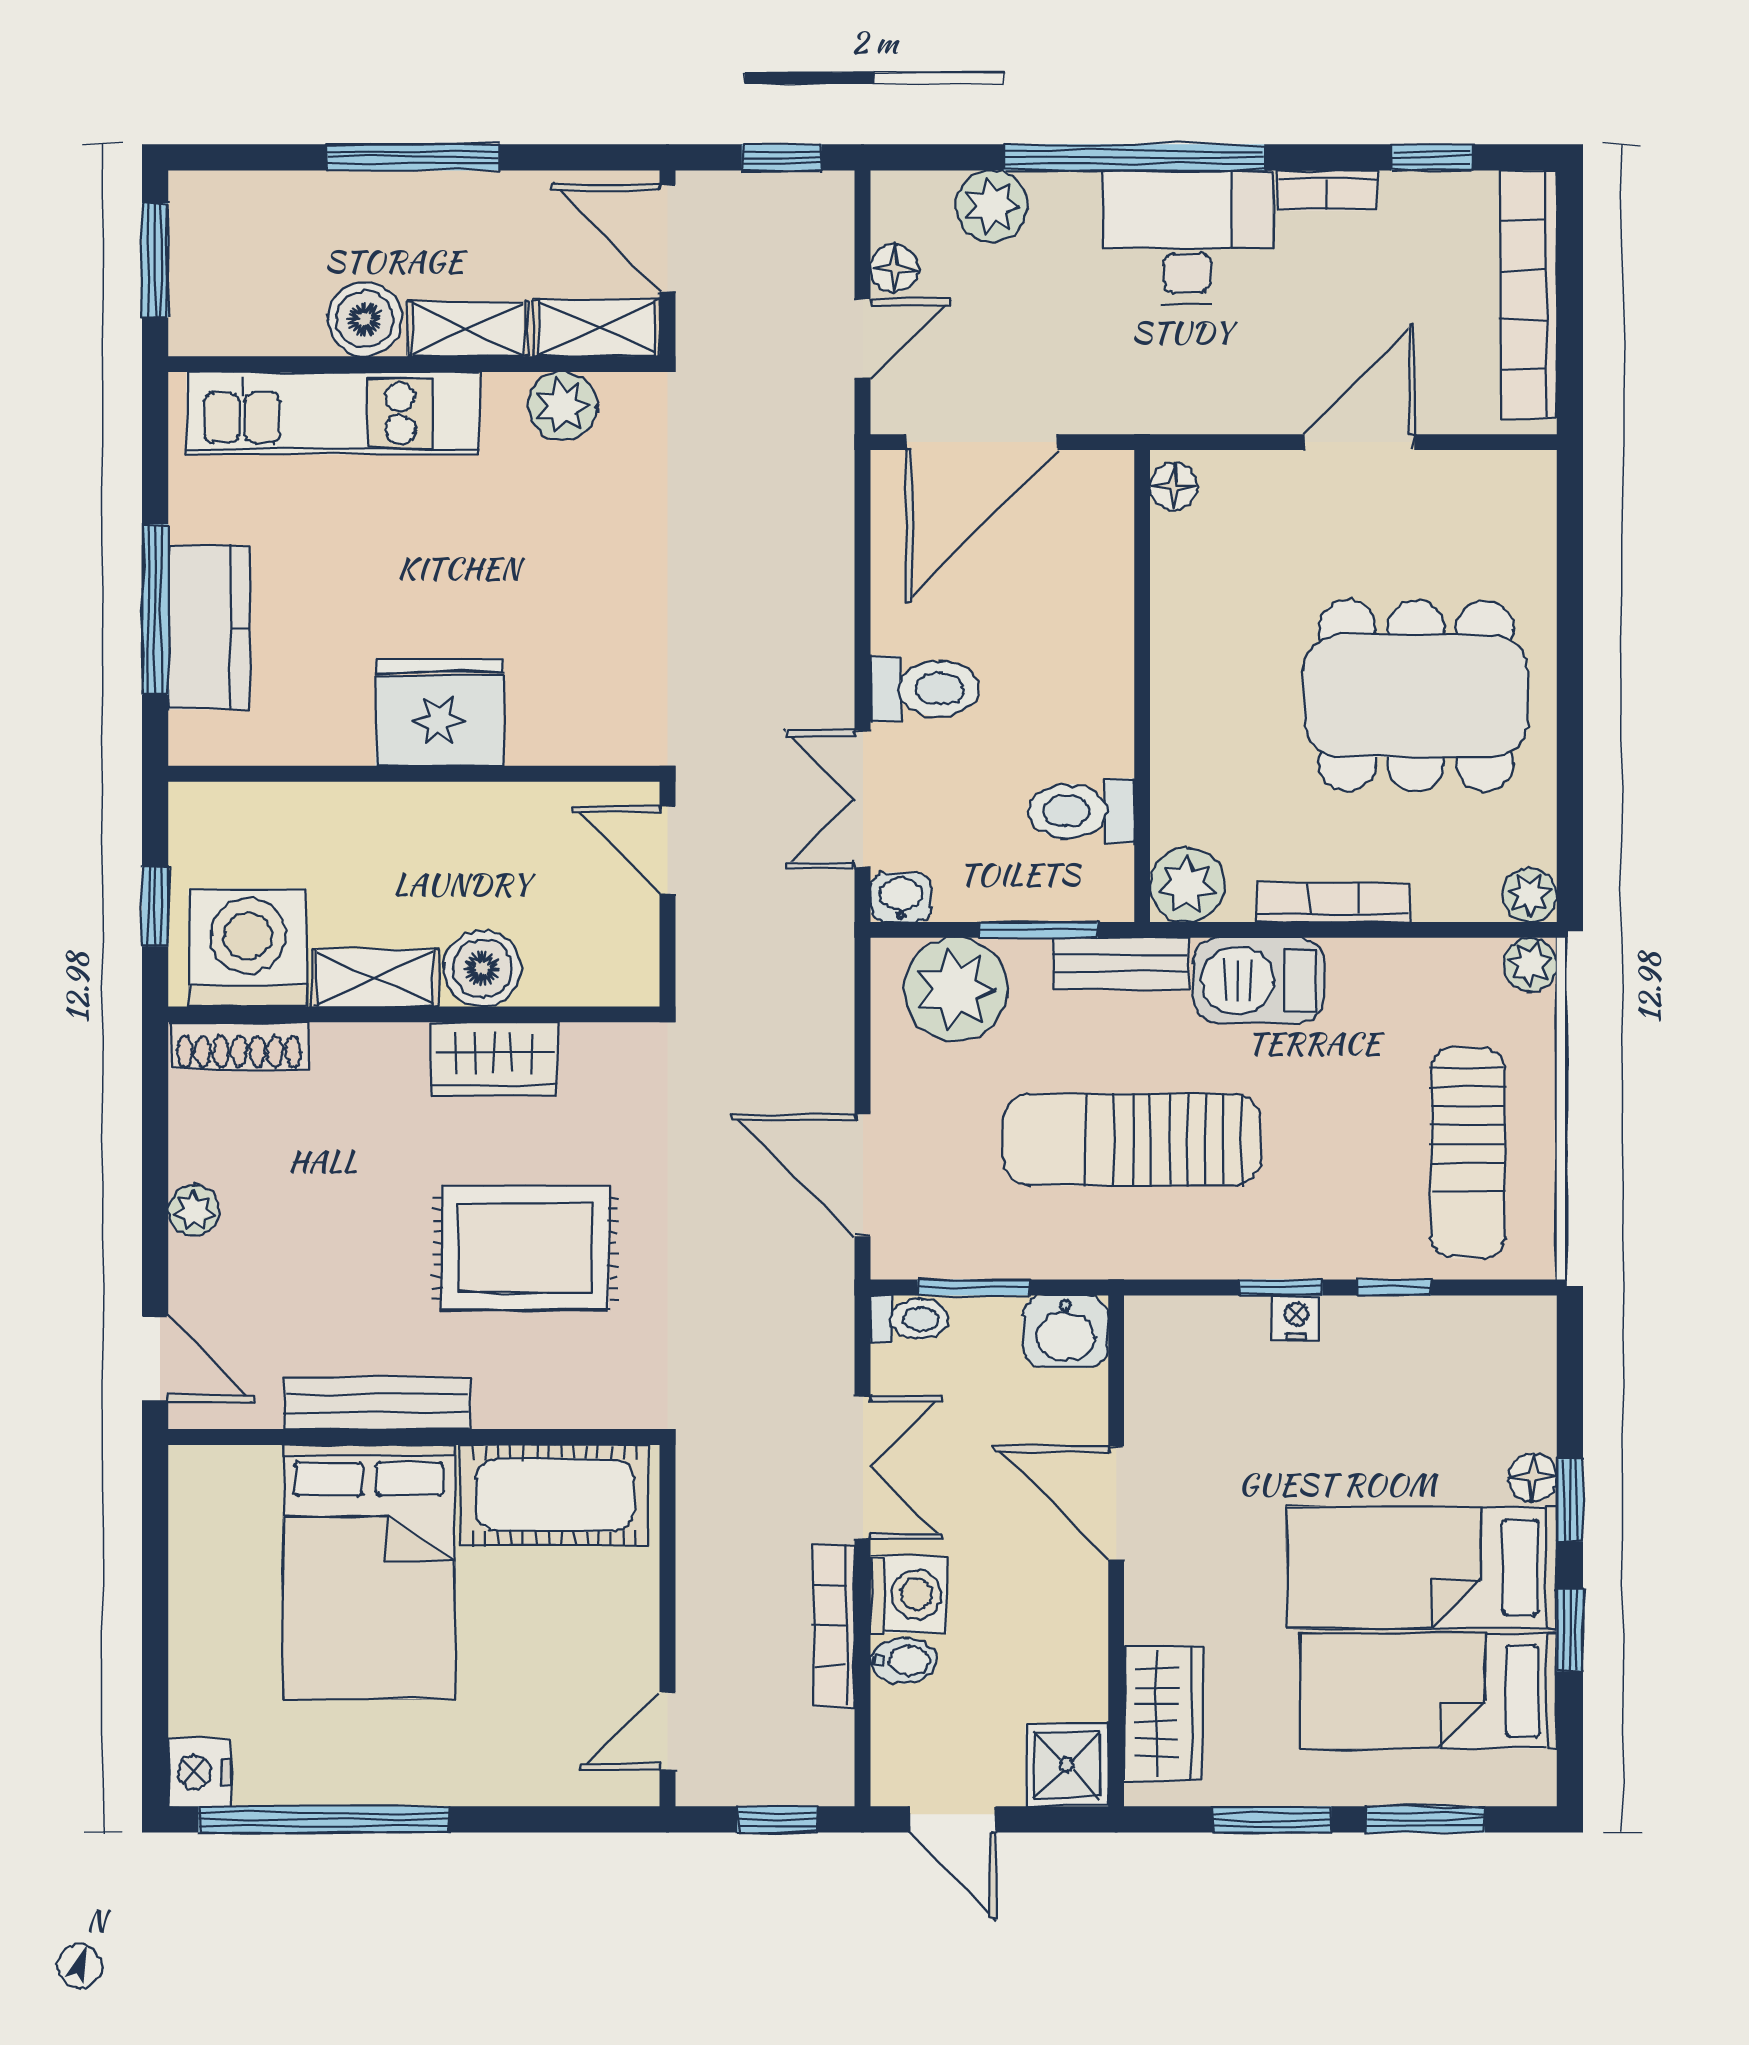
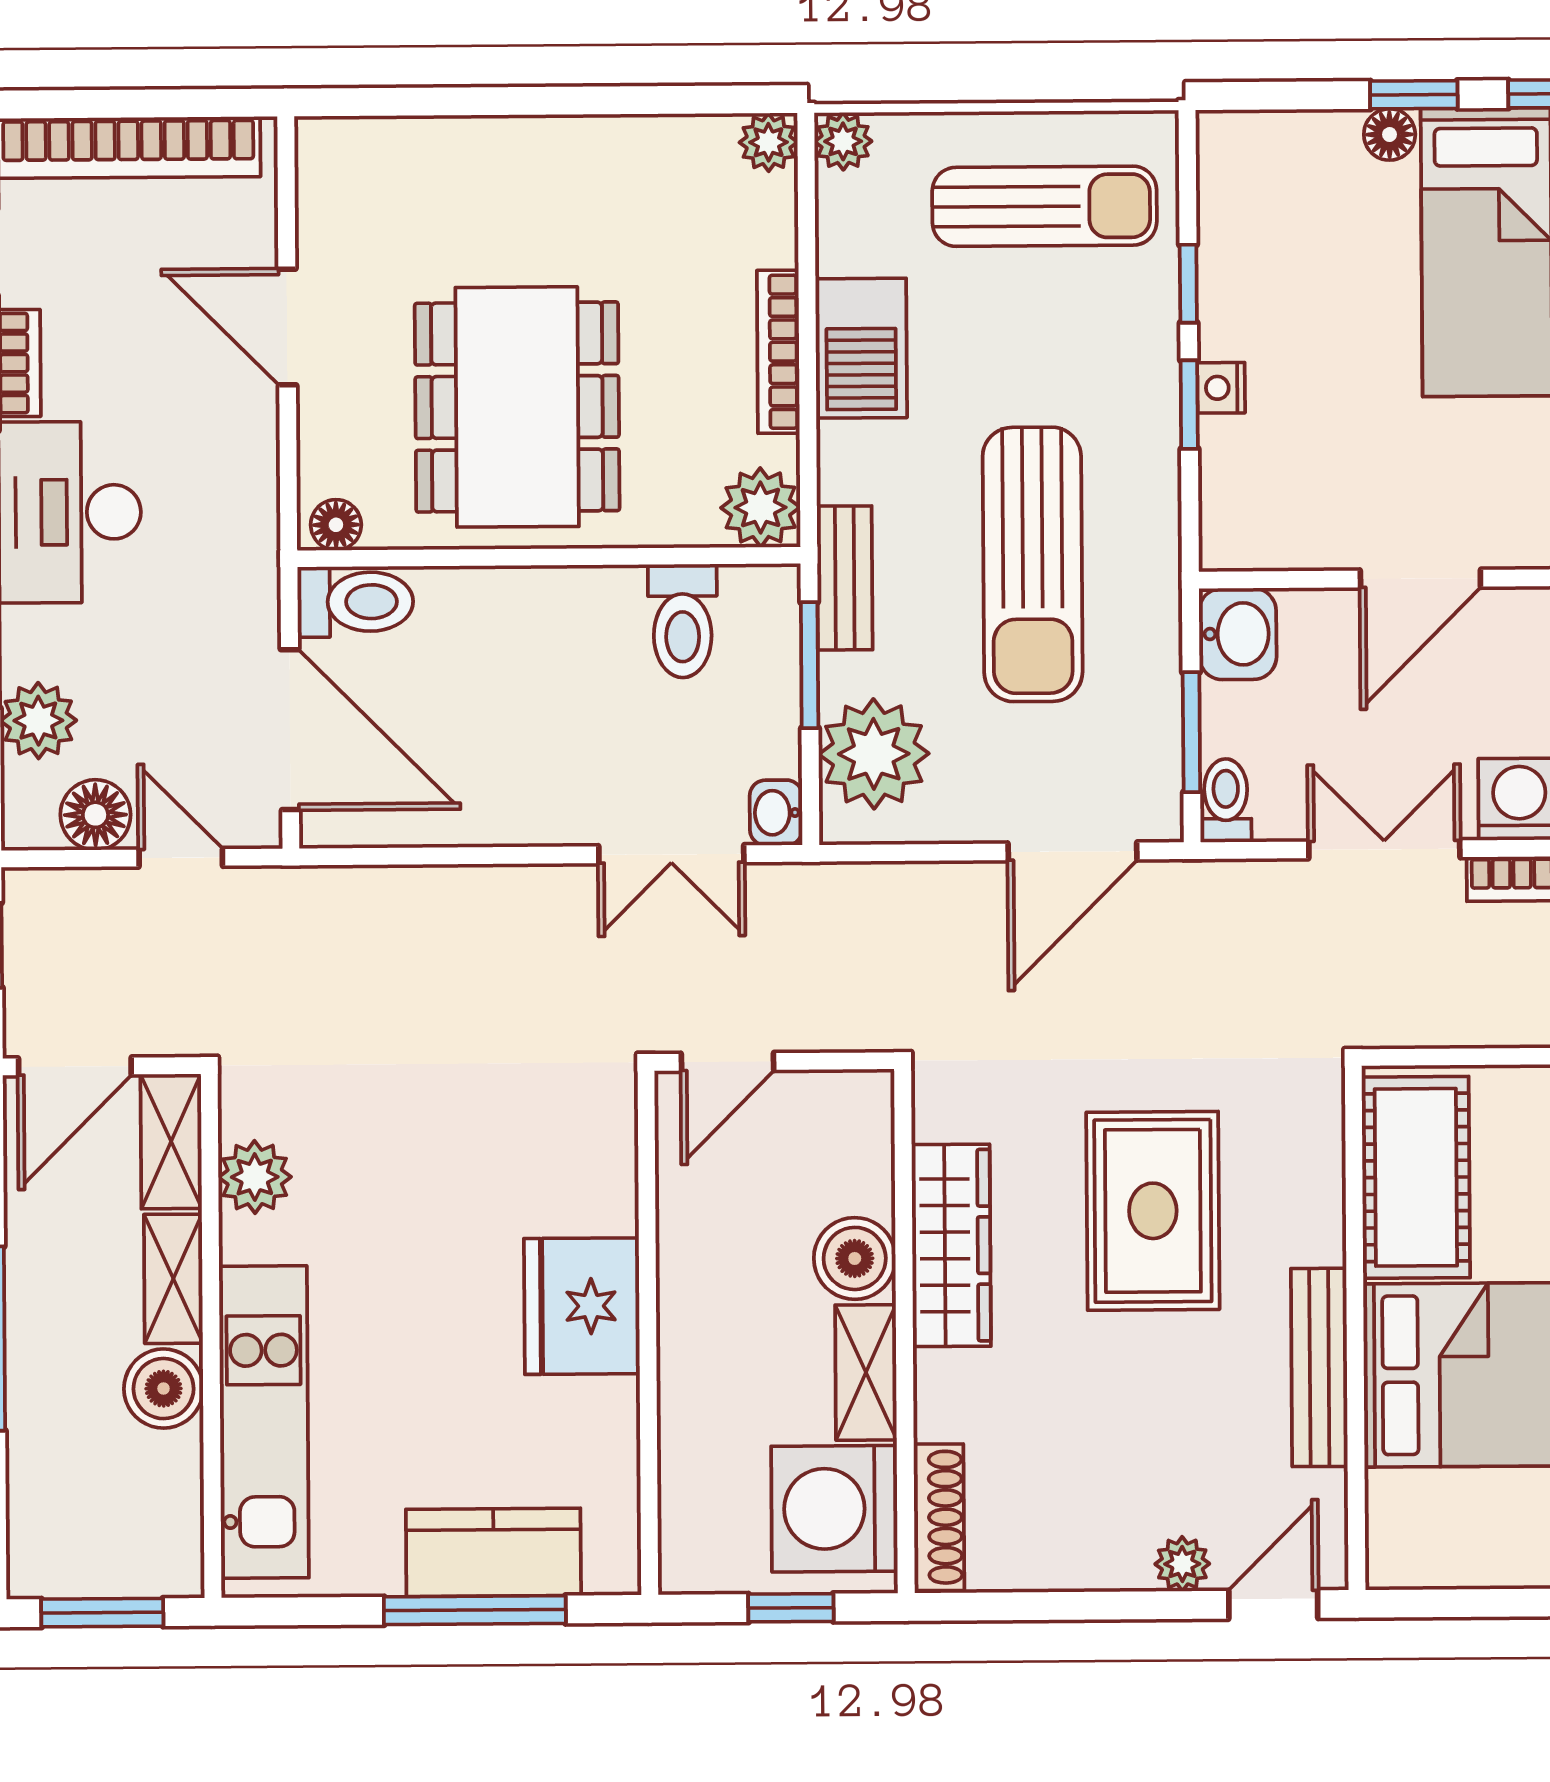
floor lamp: (894, 268) -> (95, 815), width x1.37, depth x1.37
toilet: (925, 689) -> (355, 602), moved, turned 90
dining table: (1416, 696) -> (517, 407), moved
barbecue: (1258, 980) -> (861, 348), moved
wardrobe: (494, 1059) -> (951, 1245), width x1.50
plant: (194, 1211) -> (1182, 1564), moved

